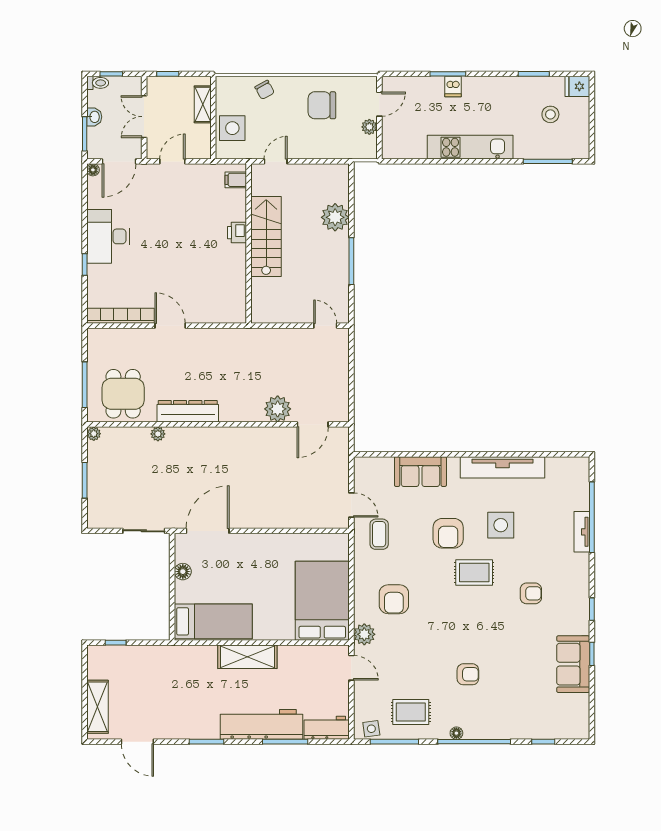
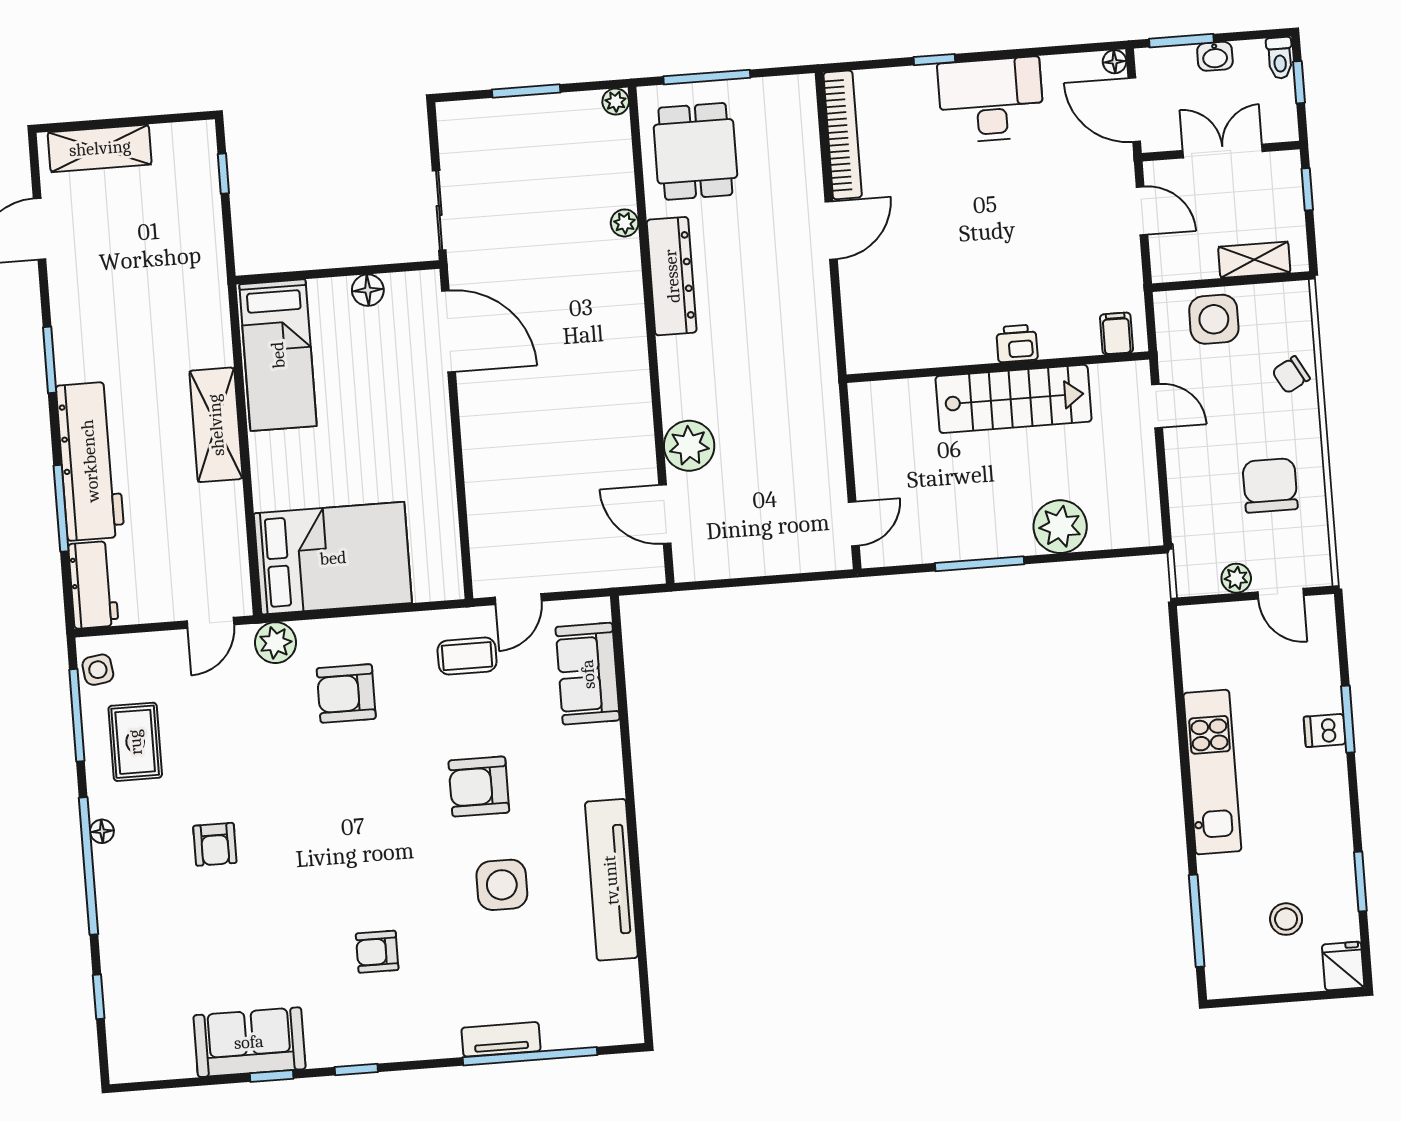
dining table: (123, 394) -> (695, 151), turned 90
sofa: (420, 472) -> (588, 674), moved
rug: (474, 573) -> (408, 841), removed
armchair: (531, 593) -> (377, 952), turned 90

